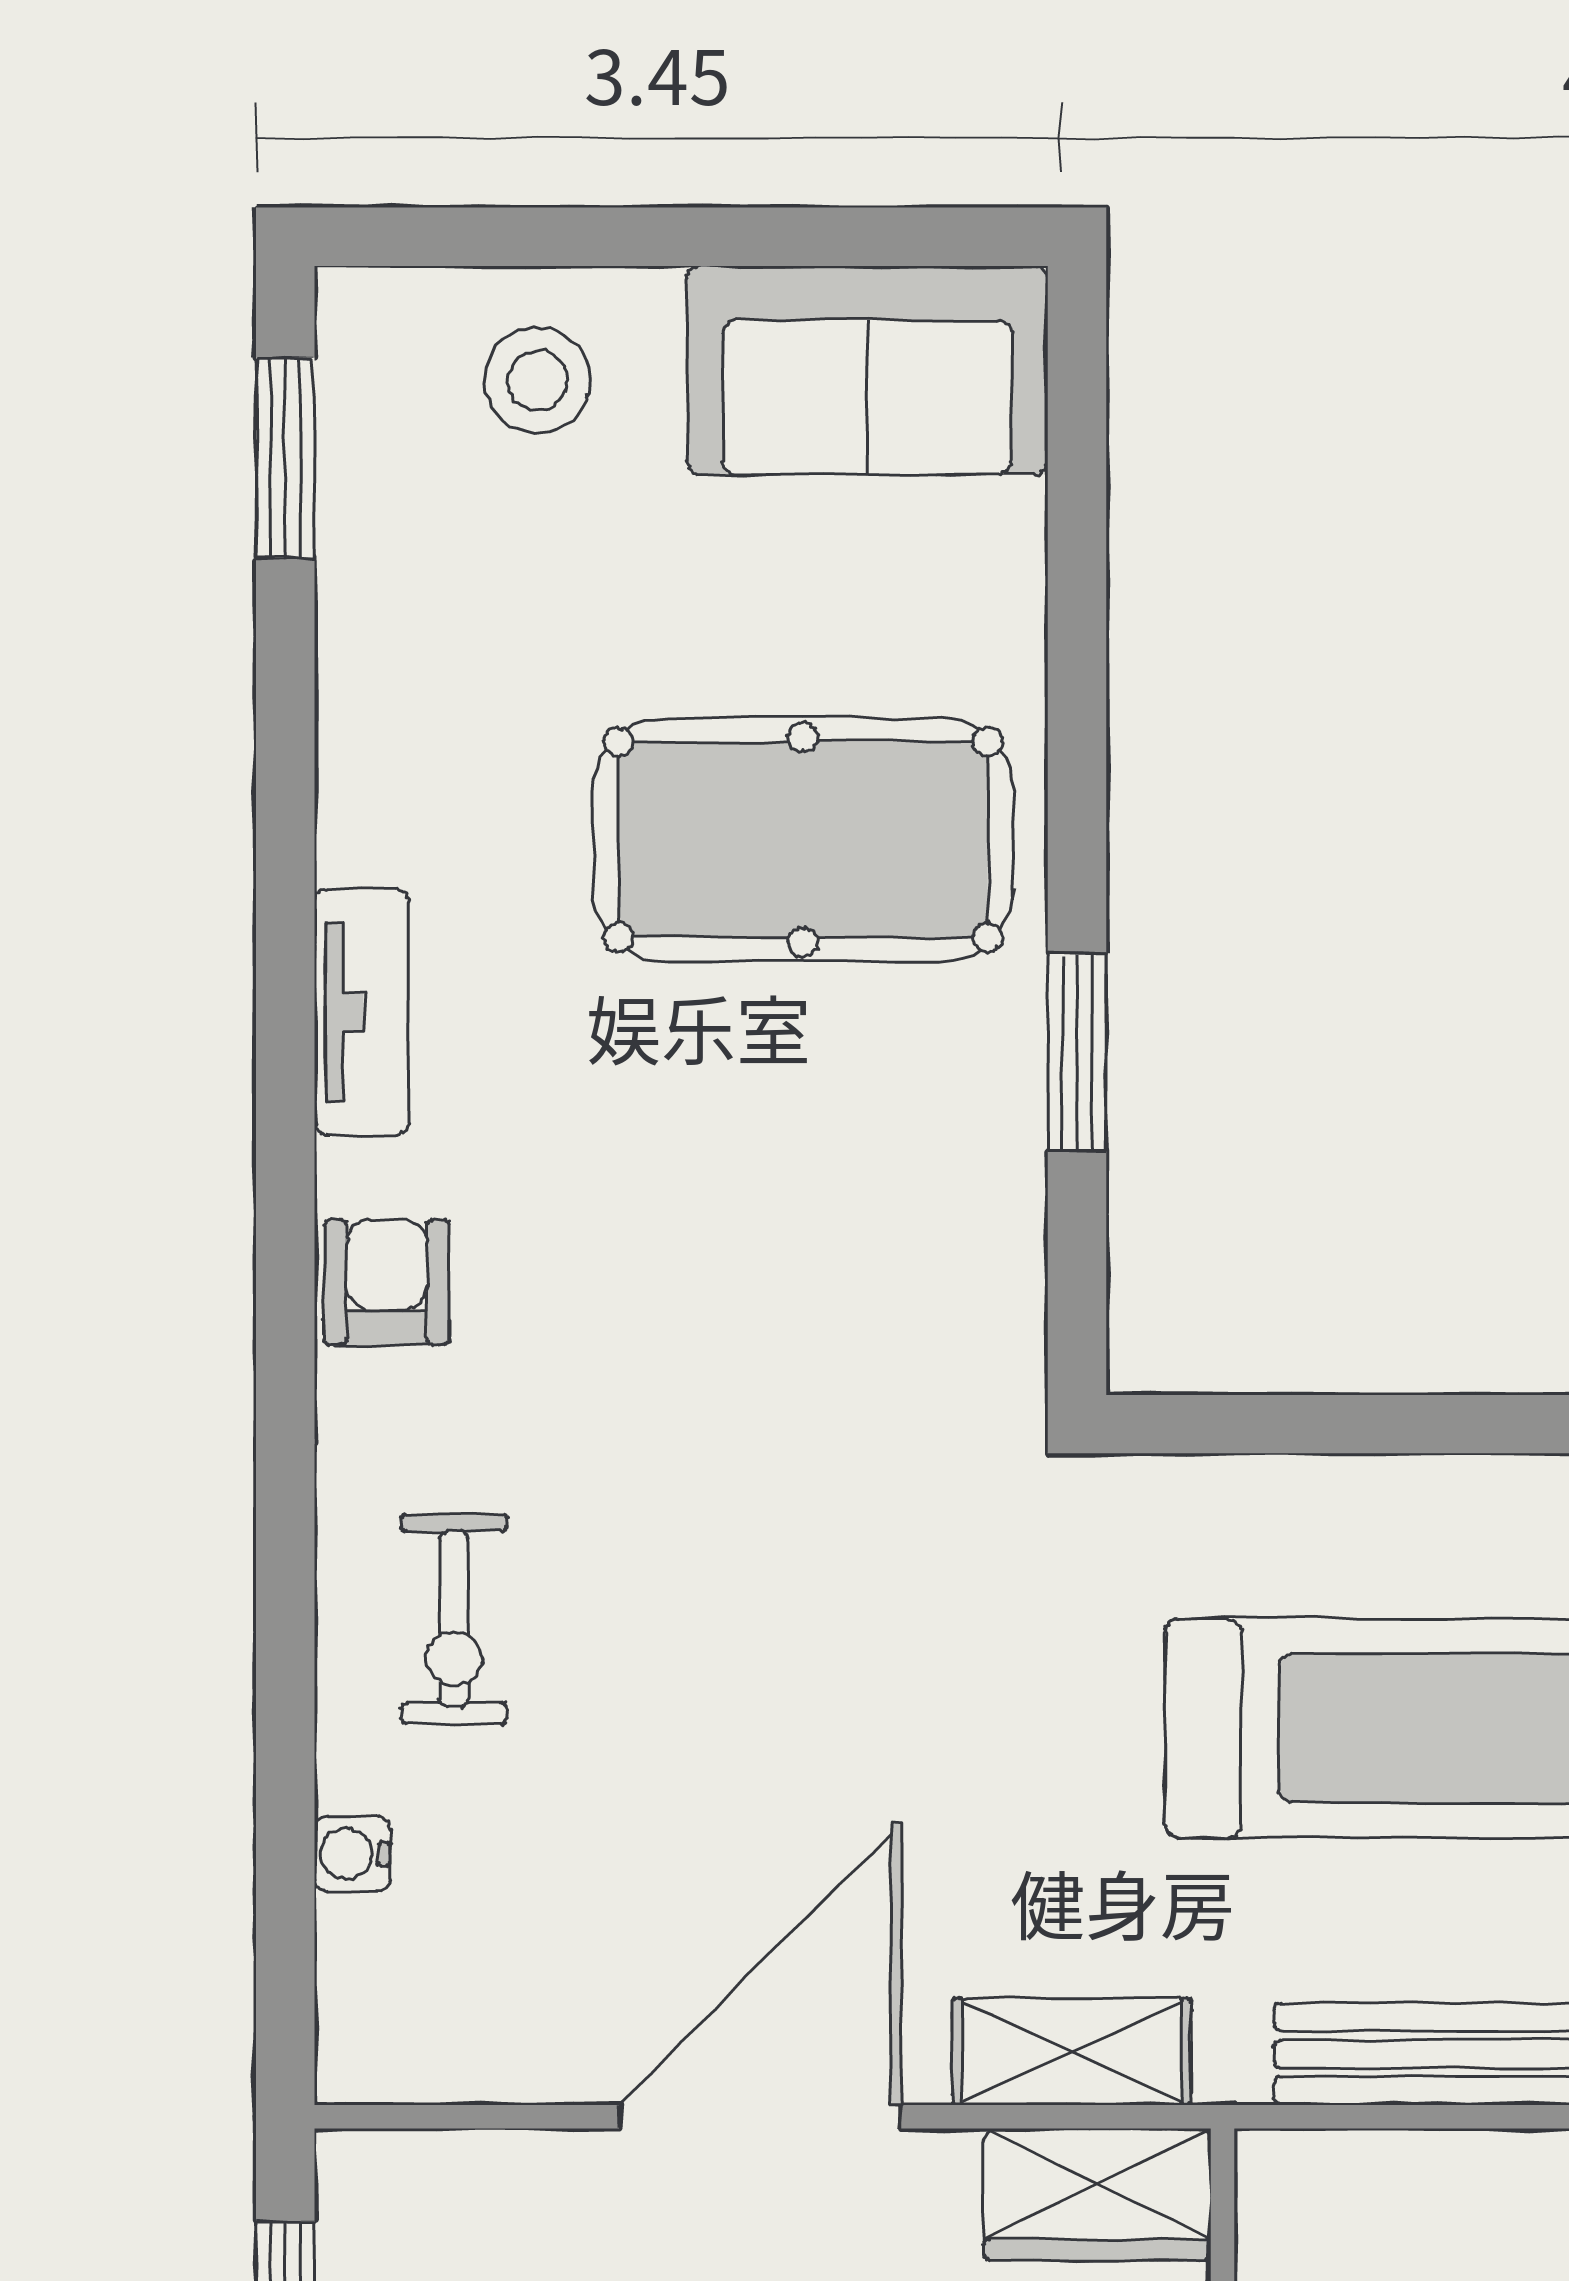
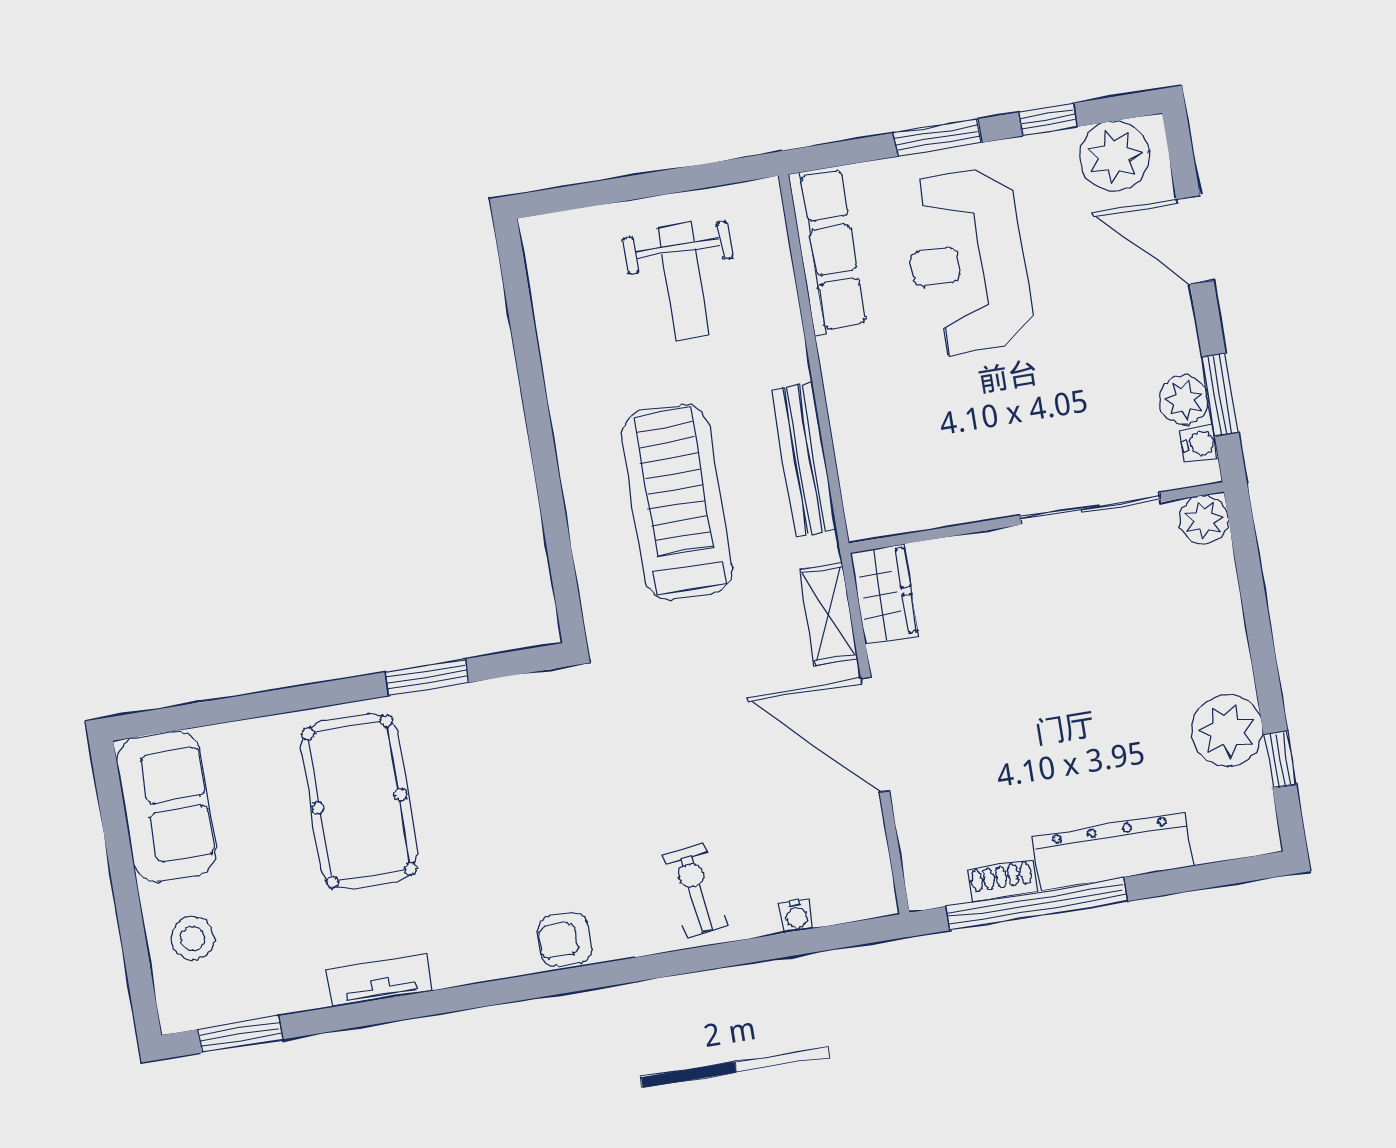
tv unit: (362, 1012) -> (379, 980), moved
exercise bike: (454, 1619) -> (695, 890), turned -97

